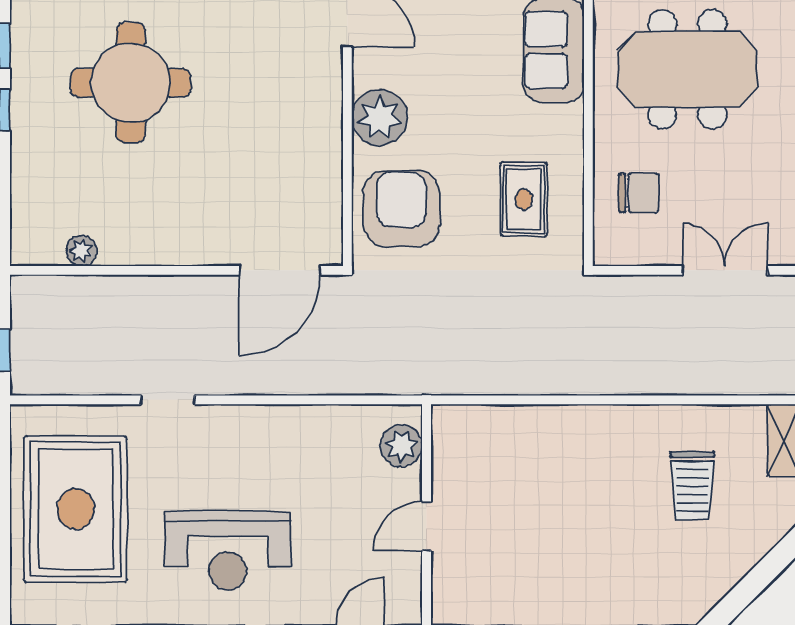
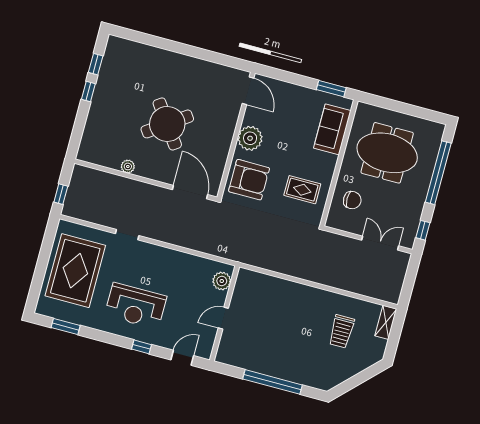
round table: (131, 83) -> (167, 124), moved, turned -35
rug: (524, 199) -> (302, 190), turned 90
armchair: (402, 209) -> (249, 180), turned 90
plant: (81, 251) -> (128, 166), moved
door: (280, 270) -> (190, 192), swing flipped

